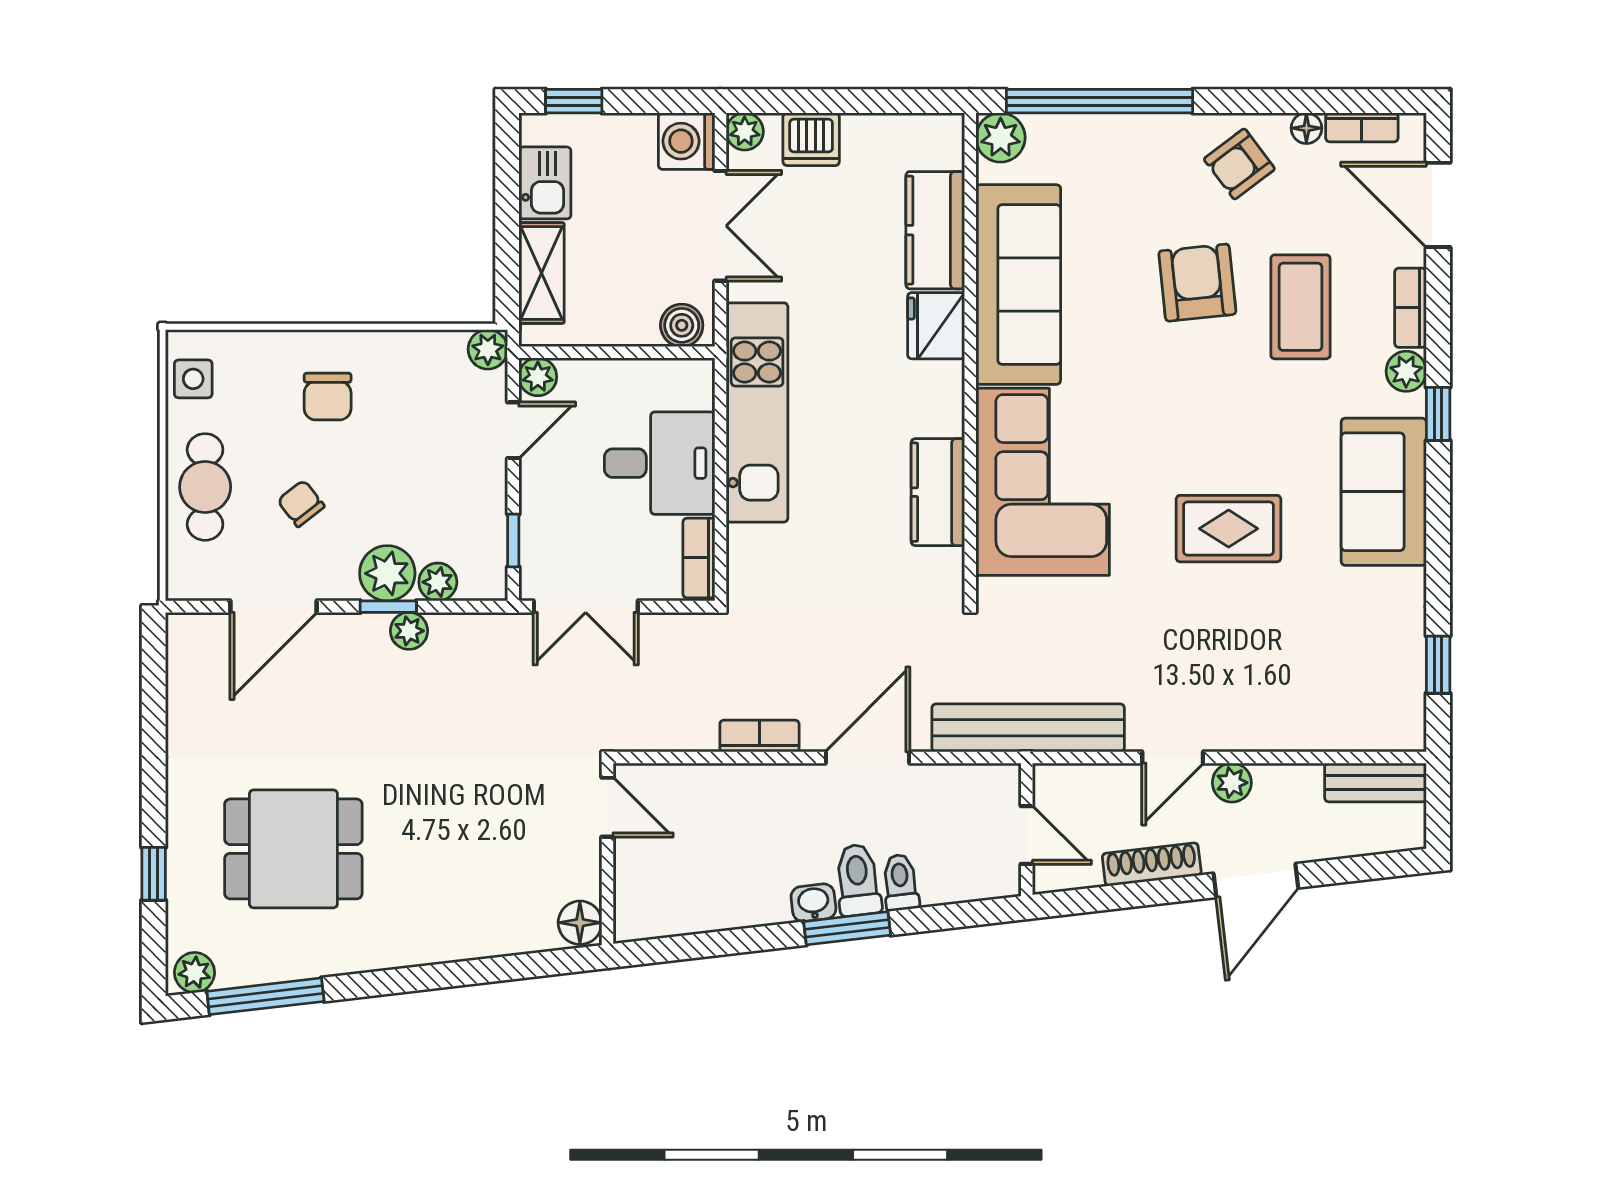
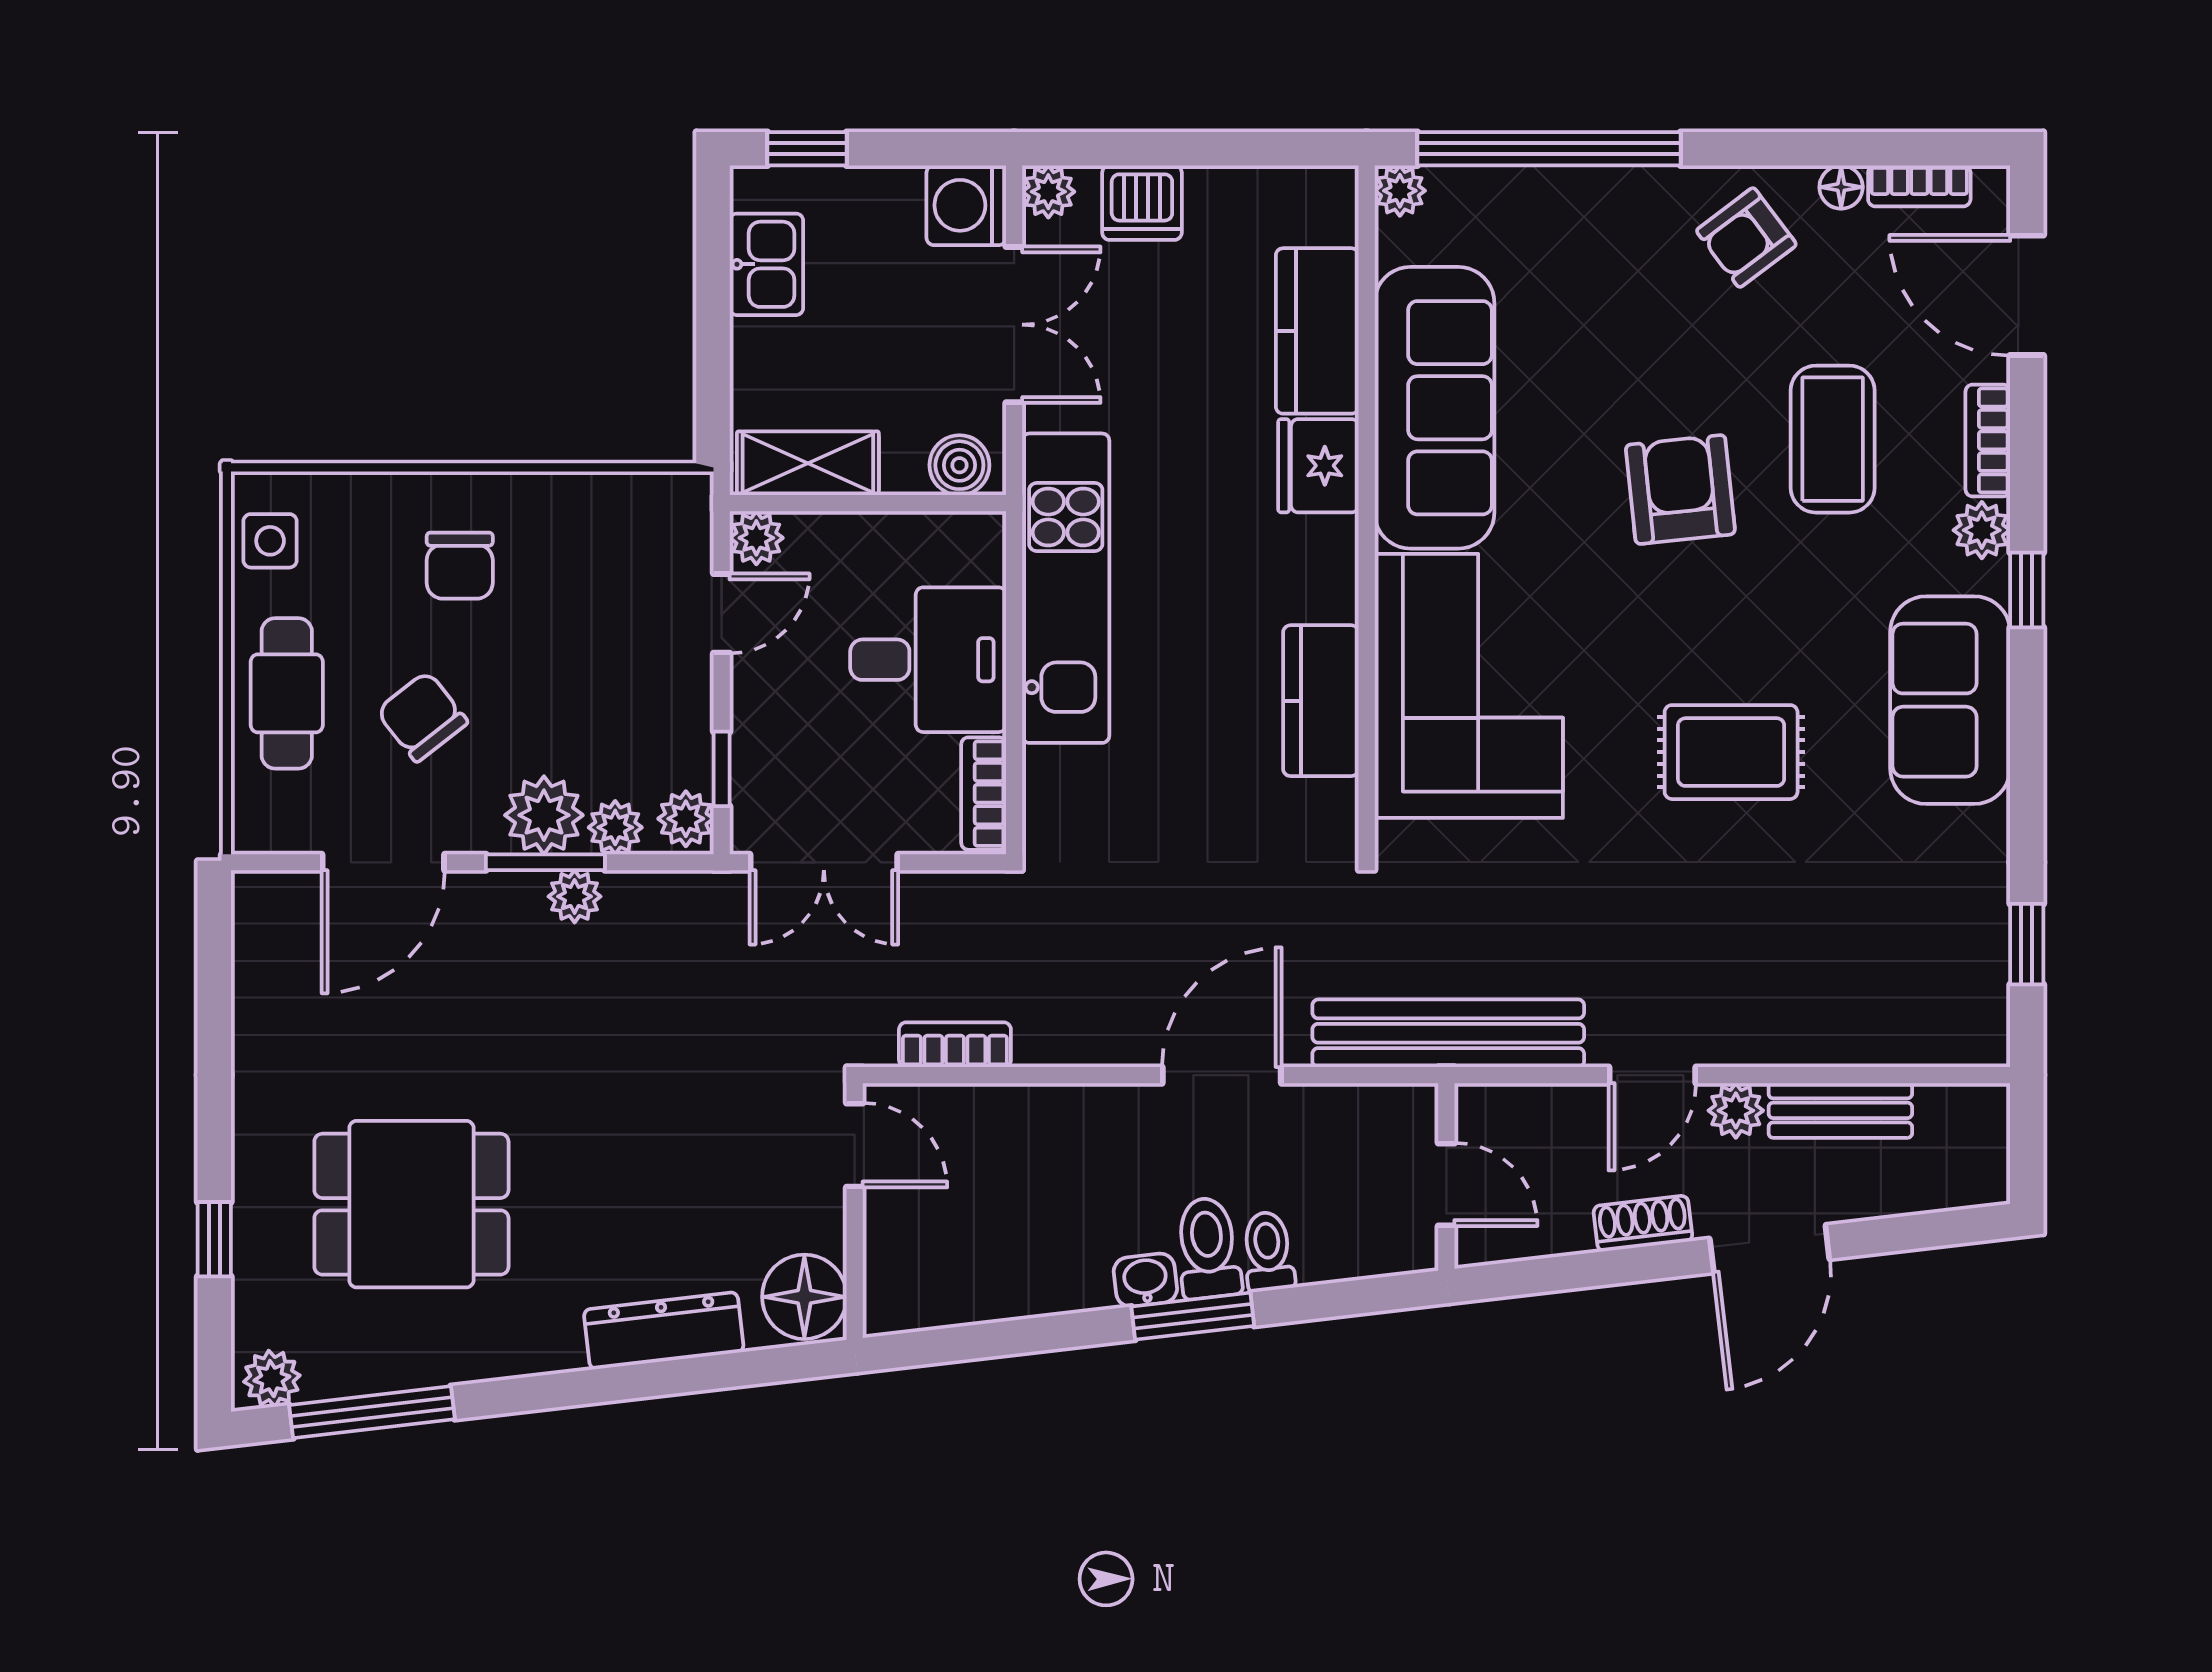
plant: (1001, 138) -> (1400, 191), width x0.73, depth x0.73
shelving: (541, 273) -> (808, 463), moved, turned 90
armchair: (1197, 283) -> (1680, 489), moved
plant: (488, 349) -> (686, 819), moved
chair: (301, 503) -> (422, 717), width x1.37, depth x1.37
window: (388, 607) -> (545, 862), width x1.50
bookcase: (759, 736) -> (955, 1045), moved
bench: (1375, 782) -> (1840, 1110), moved
shoe rack: (1152, 864) -> (1643, 1224), width x0.70
floor lamp: (580, 923) -> (804, 1297), width x1.38, depth x1.38
dresser: (472, 939) -> (664, 1331), added

